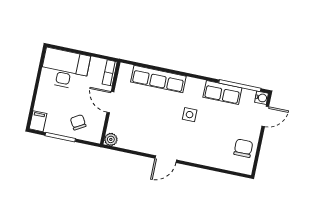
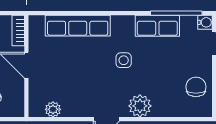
plant: (111, 139) -> (53, 109), moved
plant: (195, 154) -> (140, 106), added

